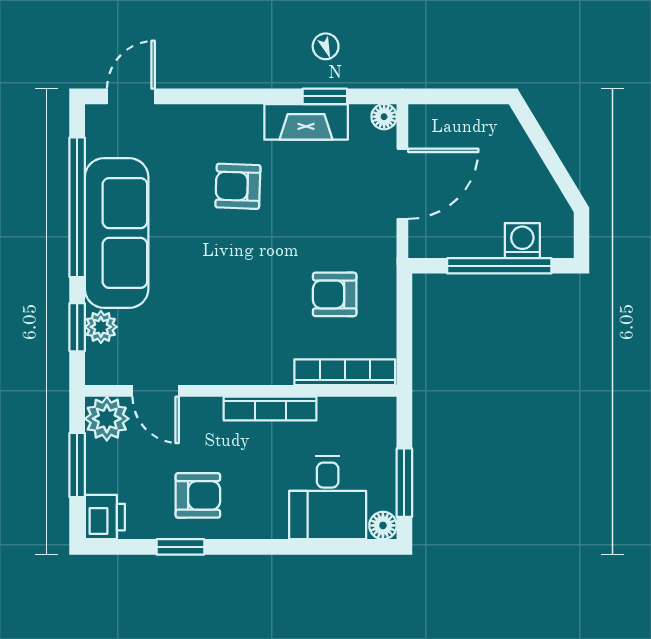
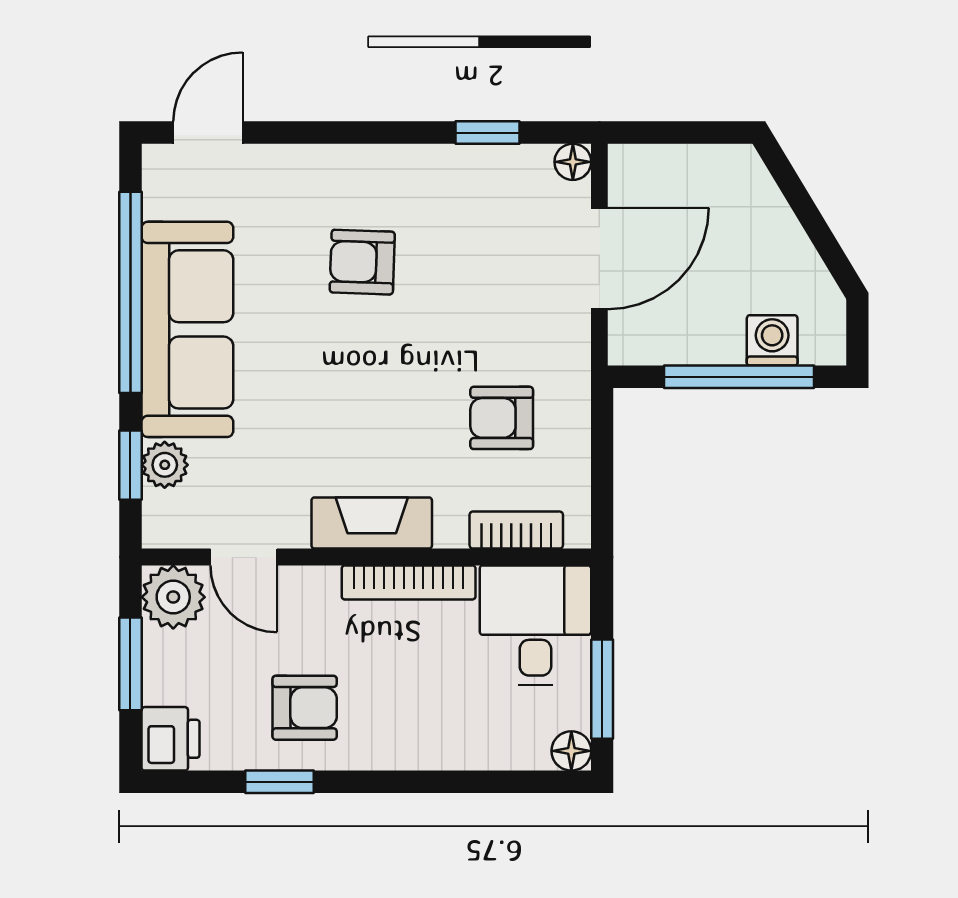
fireplace: (306, 122) -> (372, 523), moved, turned 180
bookcase: (345, 372) -> (516, 530), width x0.64
desk: (328, 498) -> (535, 625), moved, turned 180

